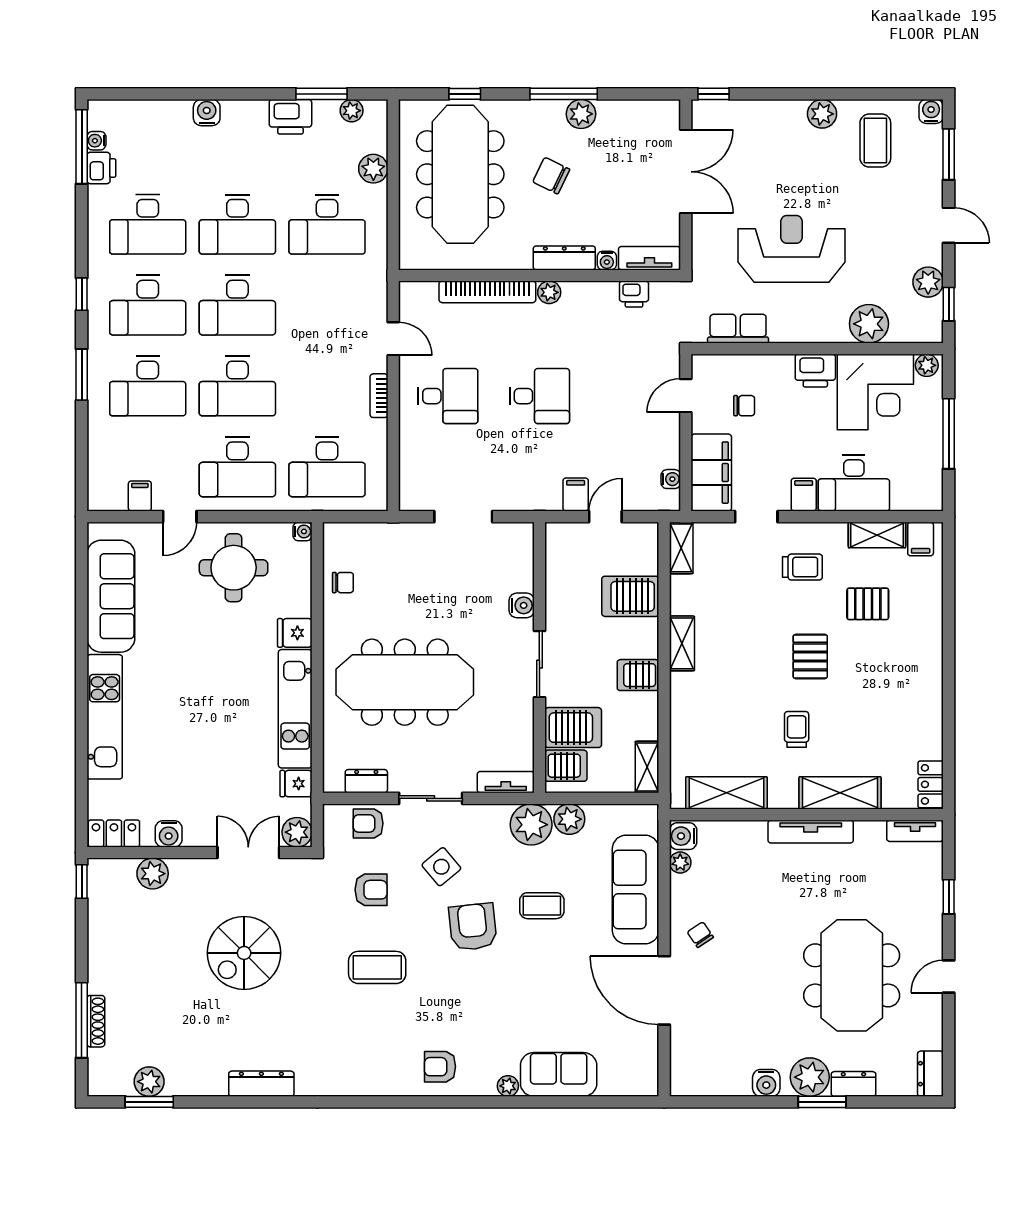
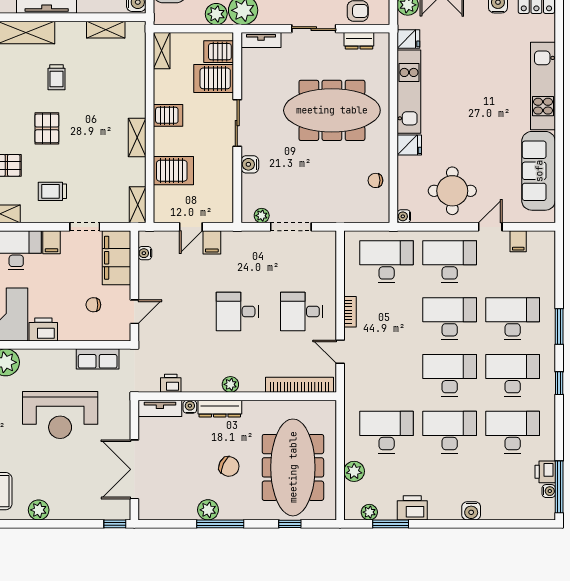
bookcase: (487, 292) -> (299, 385), moved
plant: (505, 533) -> (262, 216), added
shelving: (726, 793) -> (106, 30), width x0.67, depth x0.75

